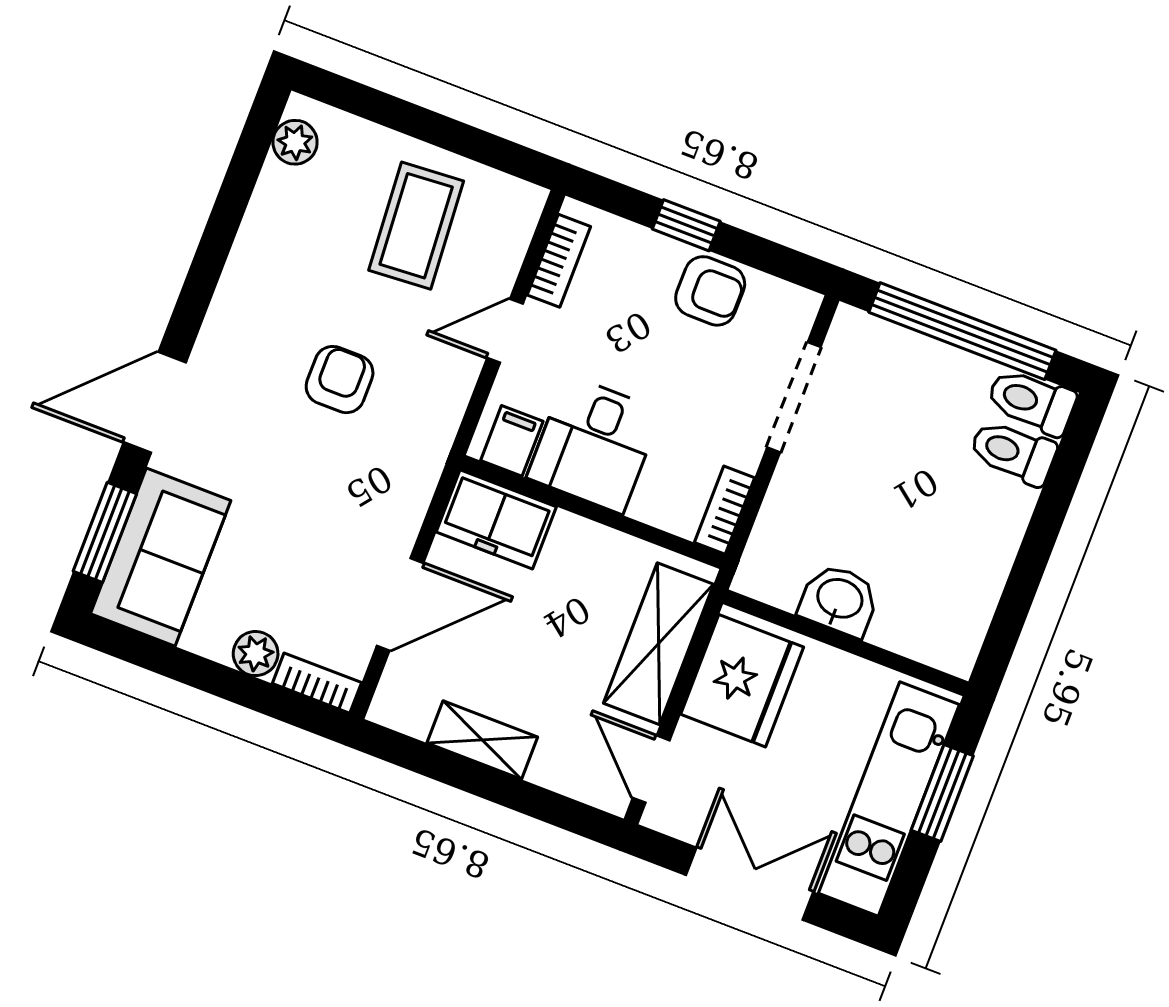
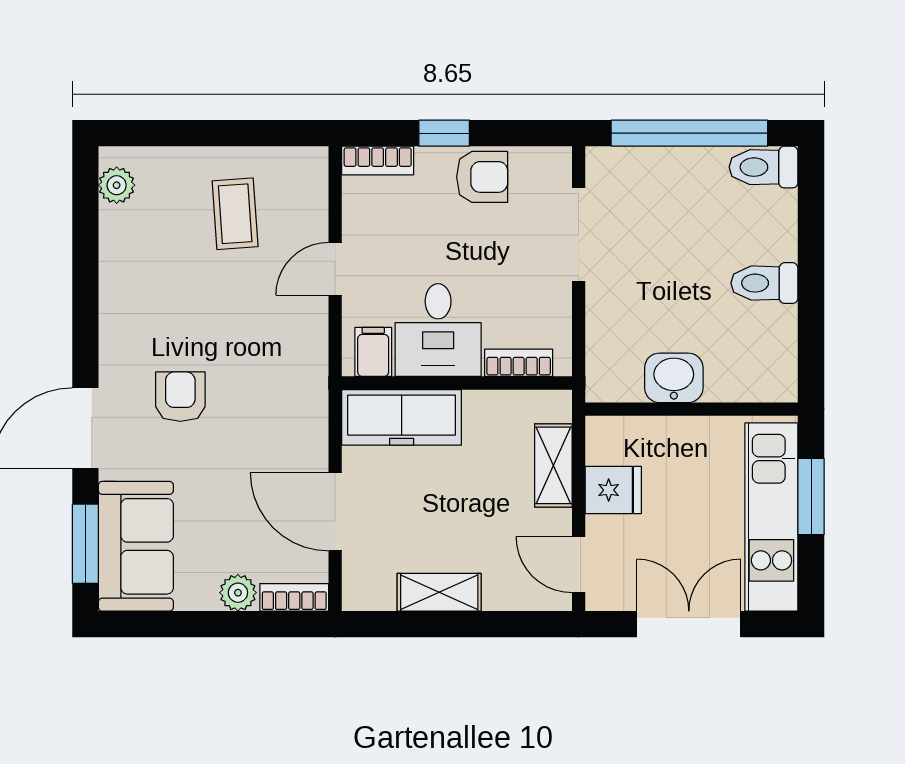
coffee table: (416, 226) -> (235, 214), width x0.73, depth x0.77
bookcase: (559, 261) -> (378, 161), moved, turned 90
armchair: (340, 380) -> (180, 397), moved
toilet: (1013, 452) -> (764, 283), moved
bookcase: (725, 510) -> (519, 363), moved, turned 90
freezer: (496, 519) -> (402, 417), width x1.40
door: (400, 604) -> (335, 512), swing flipped
shelving: (659, 644) -> (553, 465), width x0.67, depth x0.75
fridge: (742, 681) -> (613, 490), width x0.53, depth x0.75

